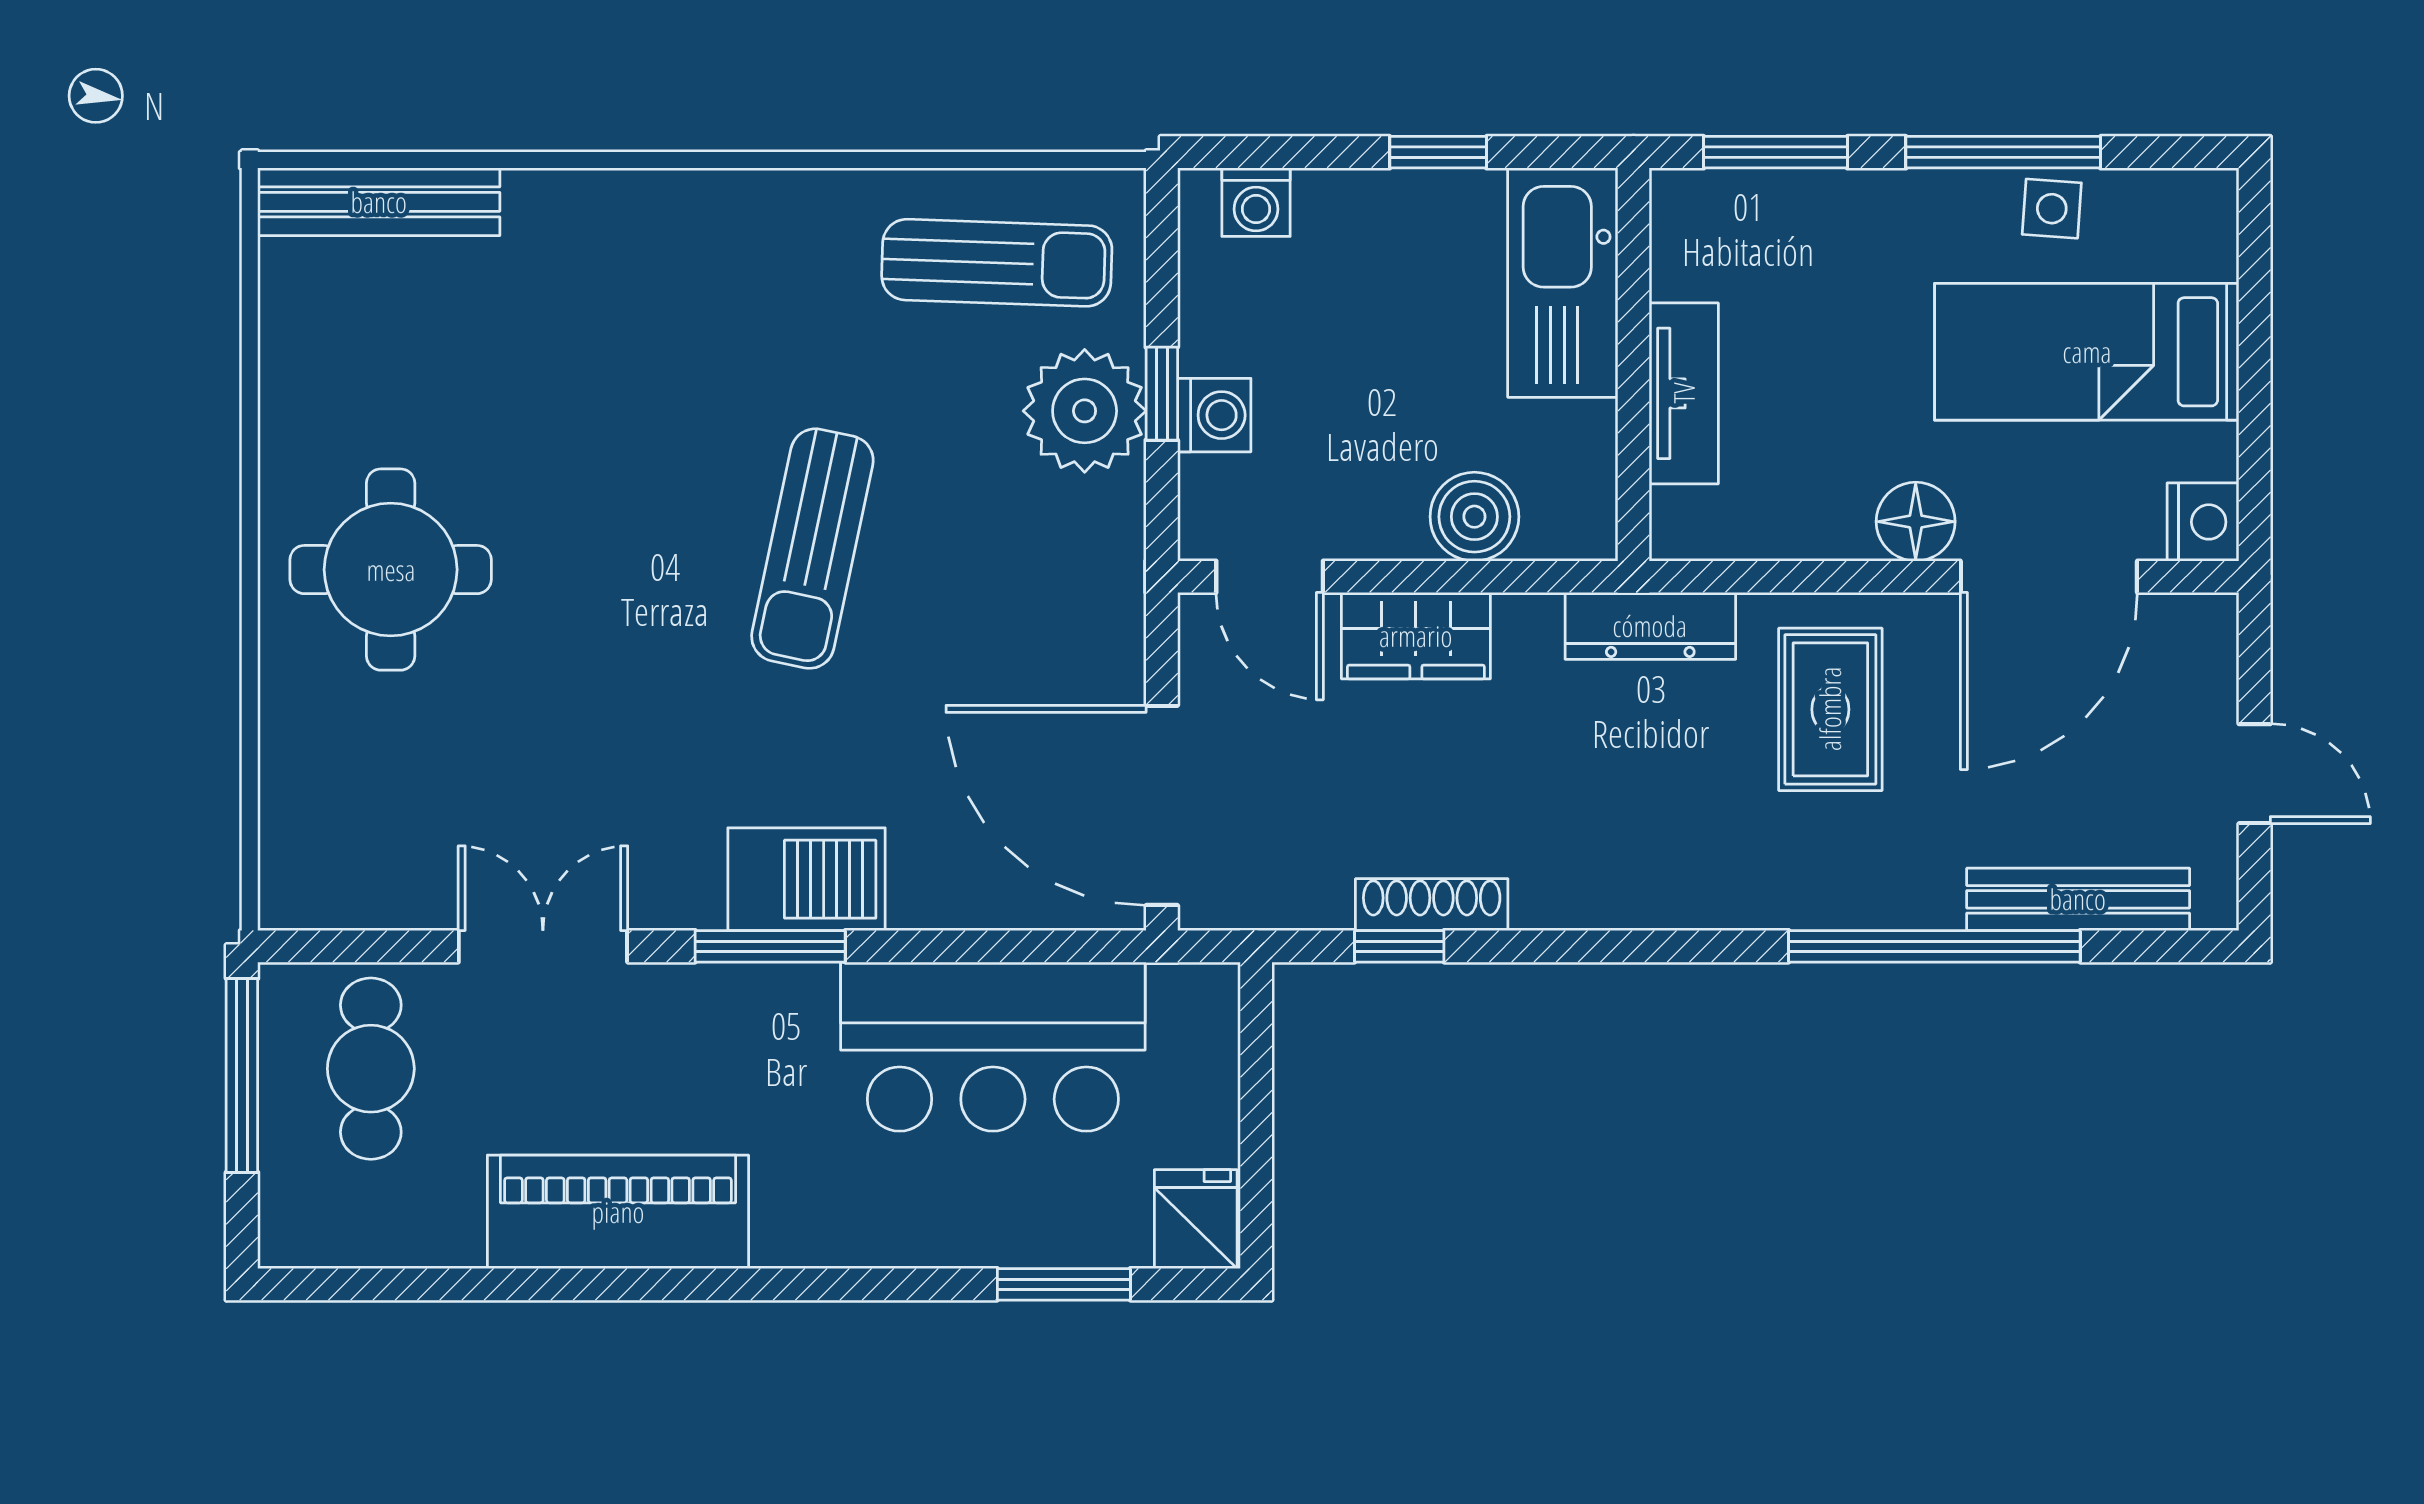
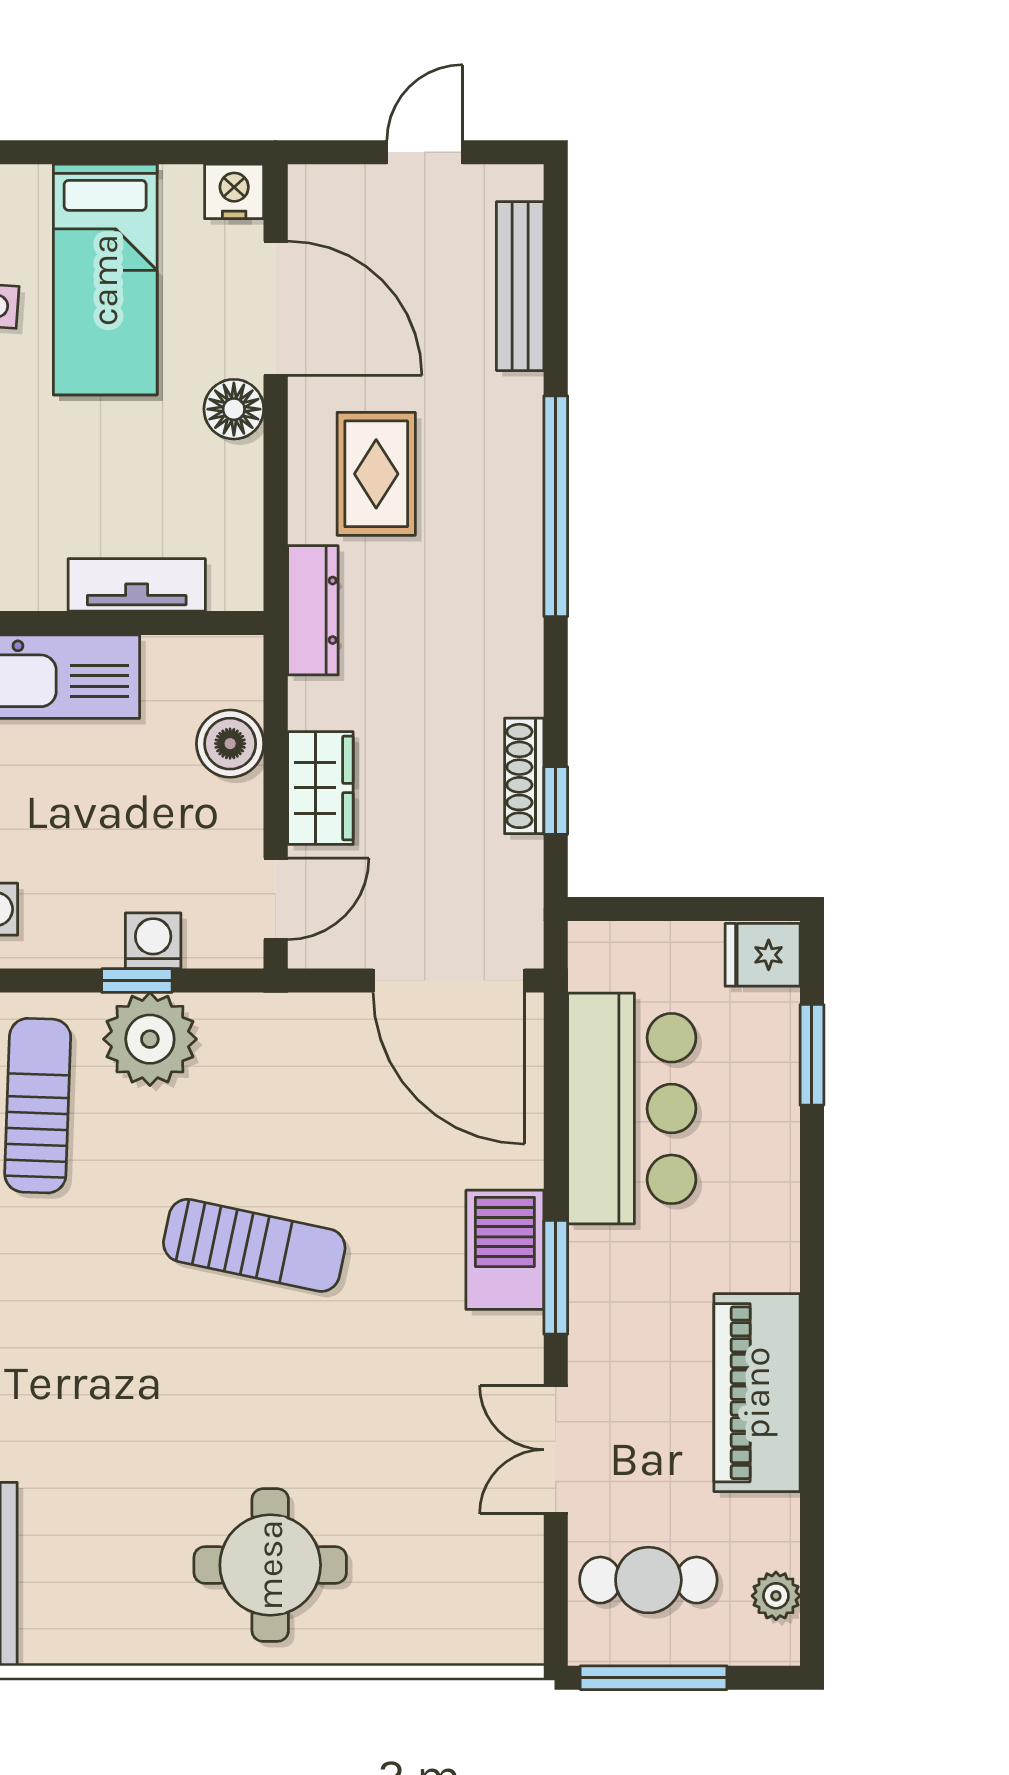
rug: (1830, 709) -> (376, 474), turned 90
door: (1162, 805) -> (449, 981), hinge flipped
window: (1934, 946) -> (556, 506), moved
plant: (350, 1237) -> (776, 1596), added

